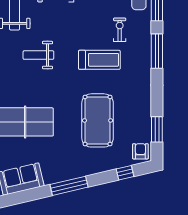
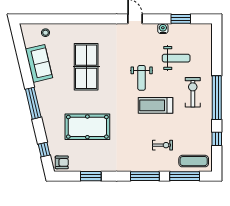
weight bench: (38, 55) -> (142, 78), turned 180
treadmill: (99, 60) -> (156, 105), moved, turned 90
window: (157, 129) -> (91, 176), moved

